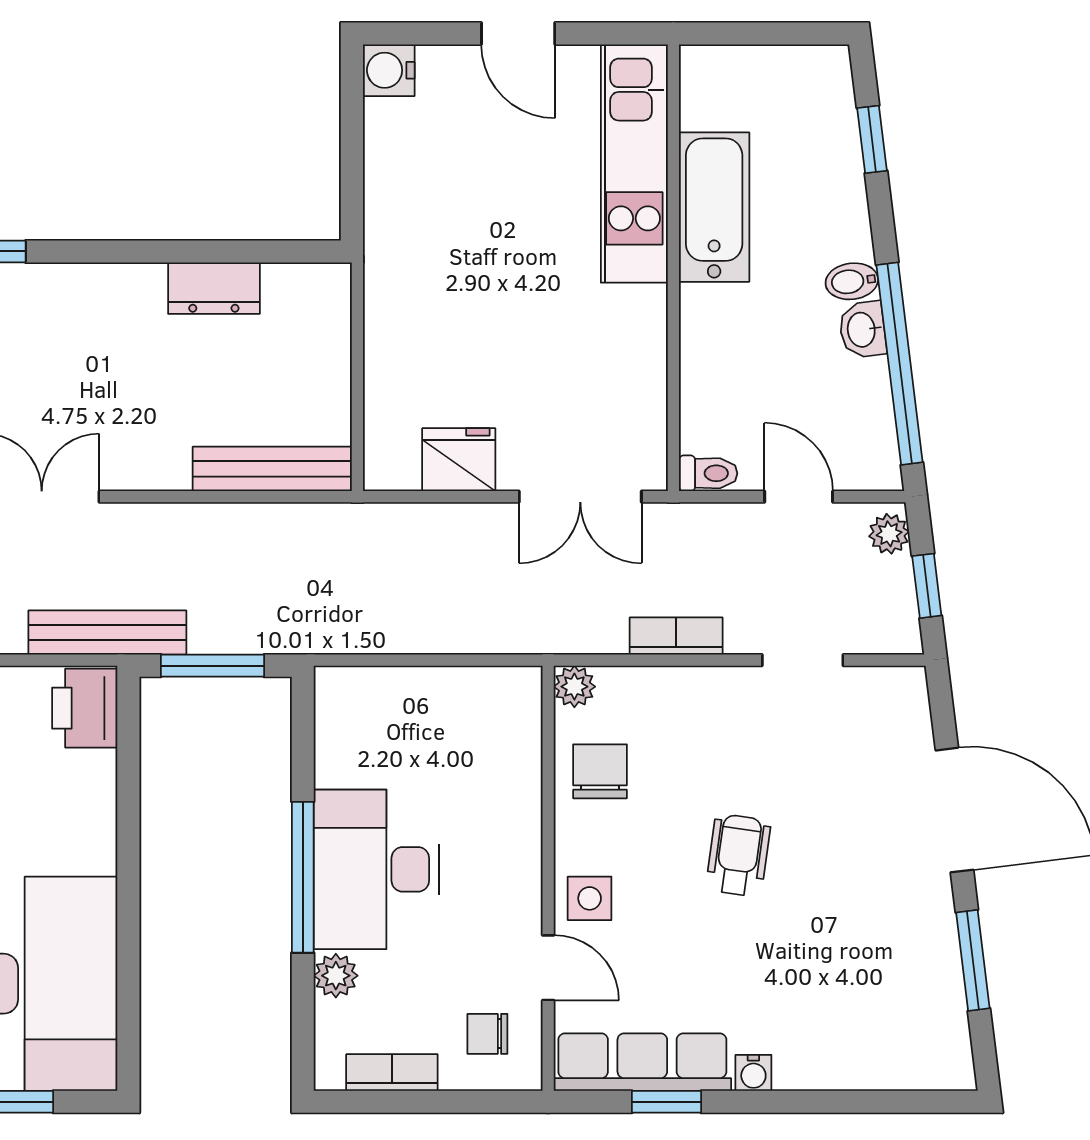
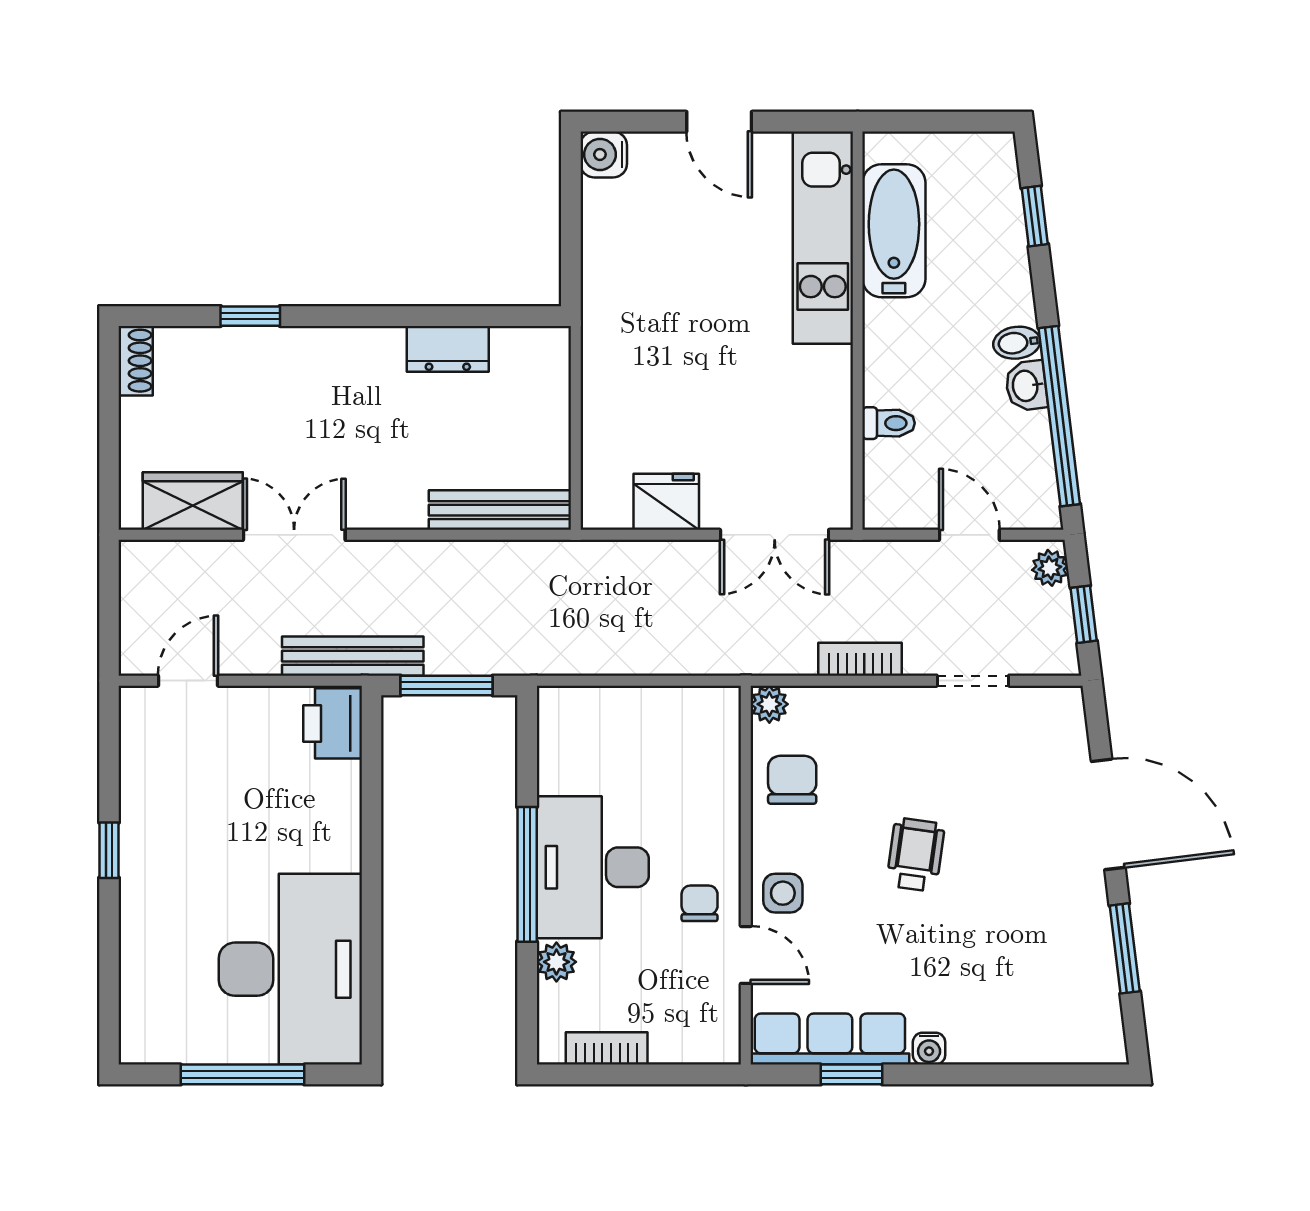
bathtub: (714, 207) -> (894, 231), moved
toilet: (708, 473) -> (889, 423), moved
chair: (487, 1034) -> (700, 903), moved, turned 90

